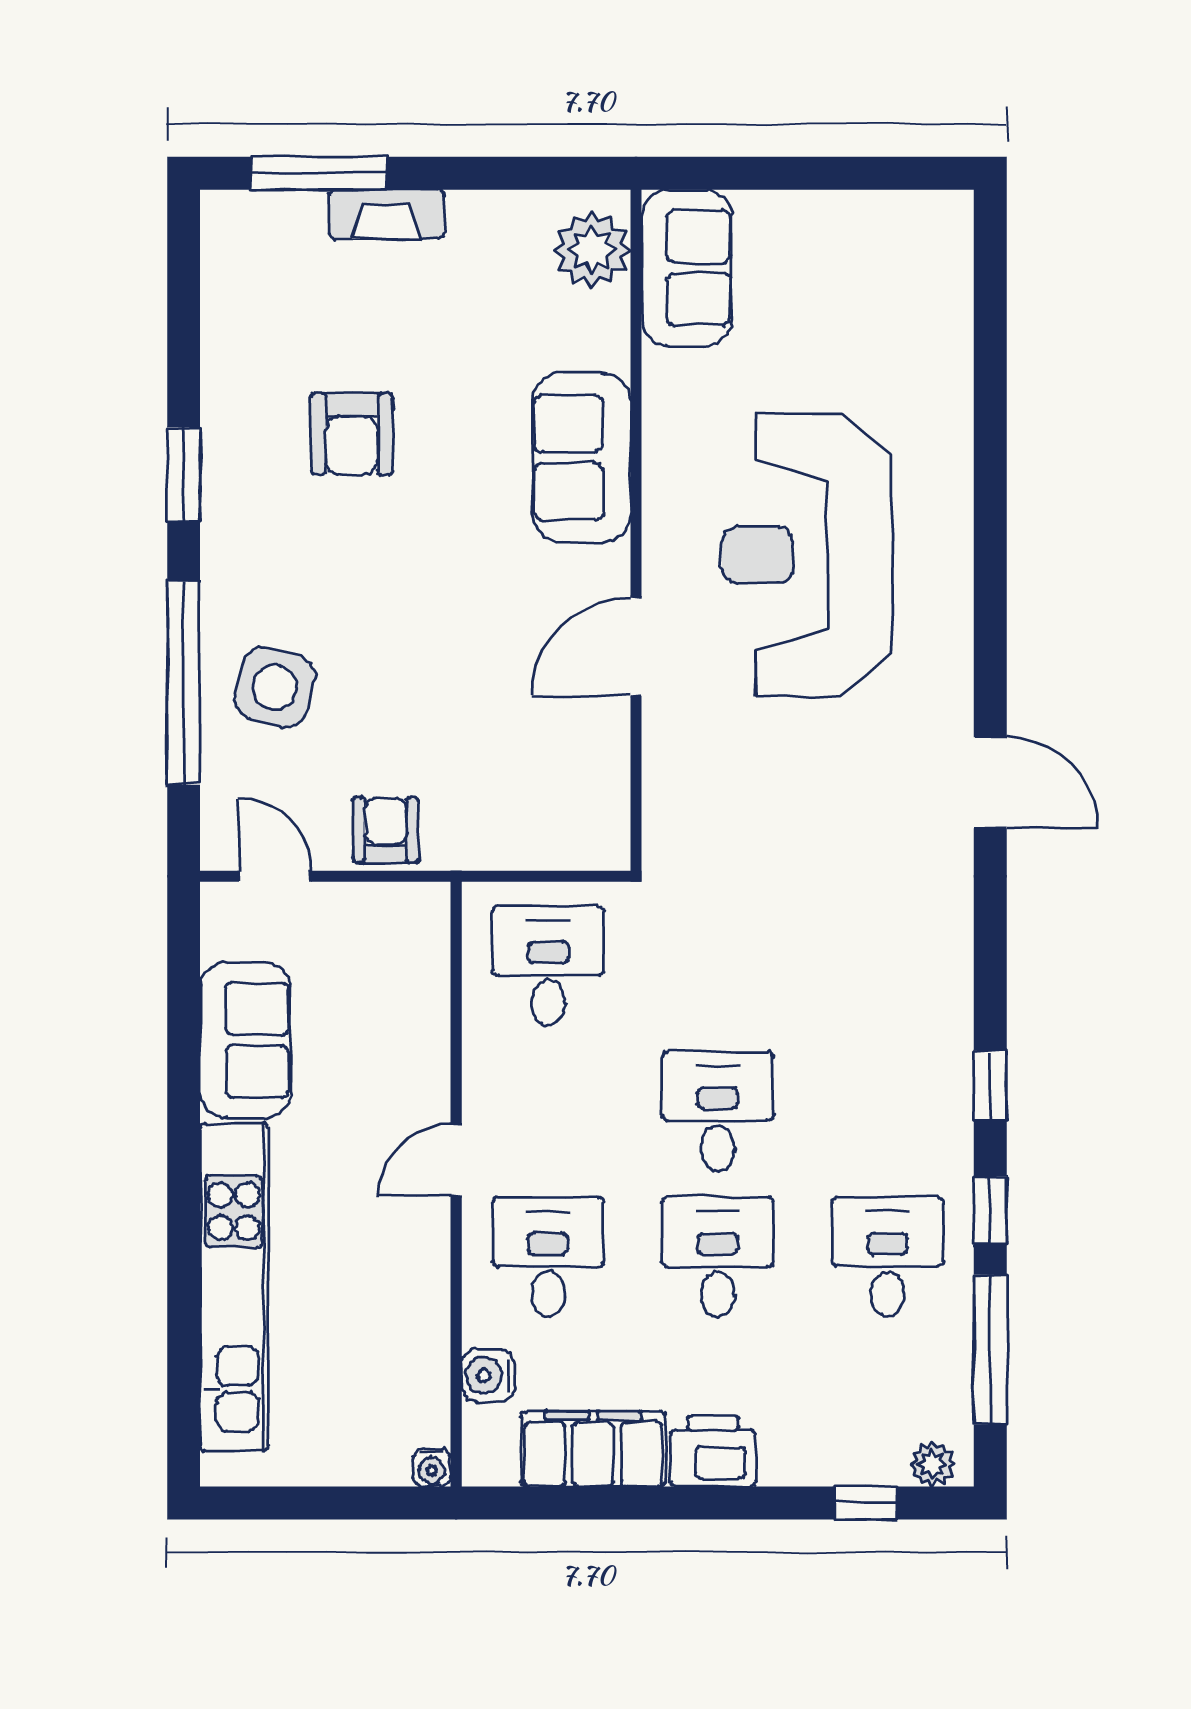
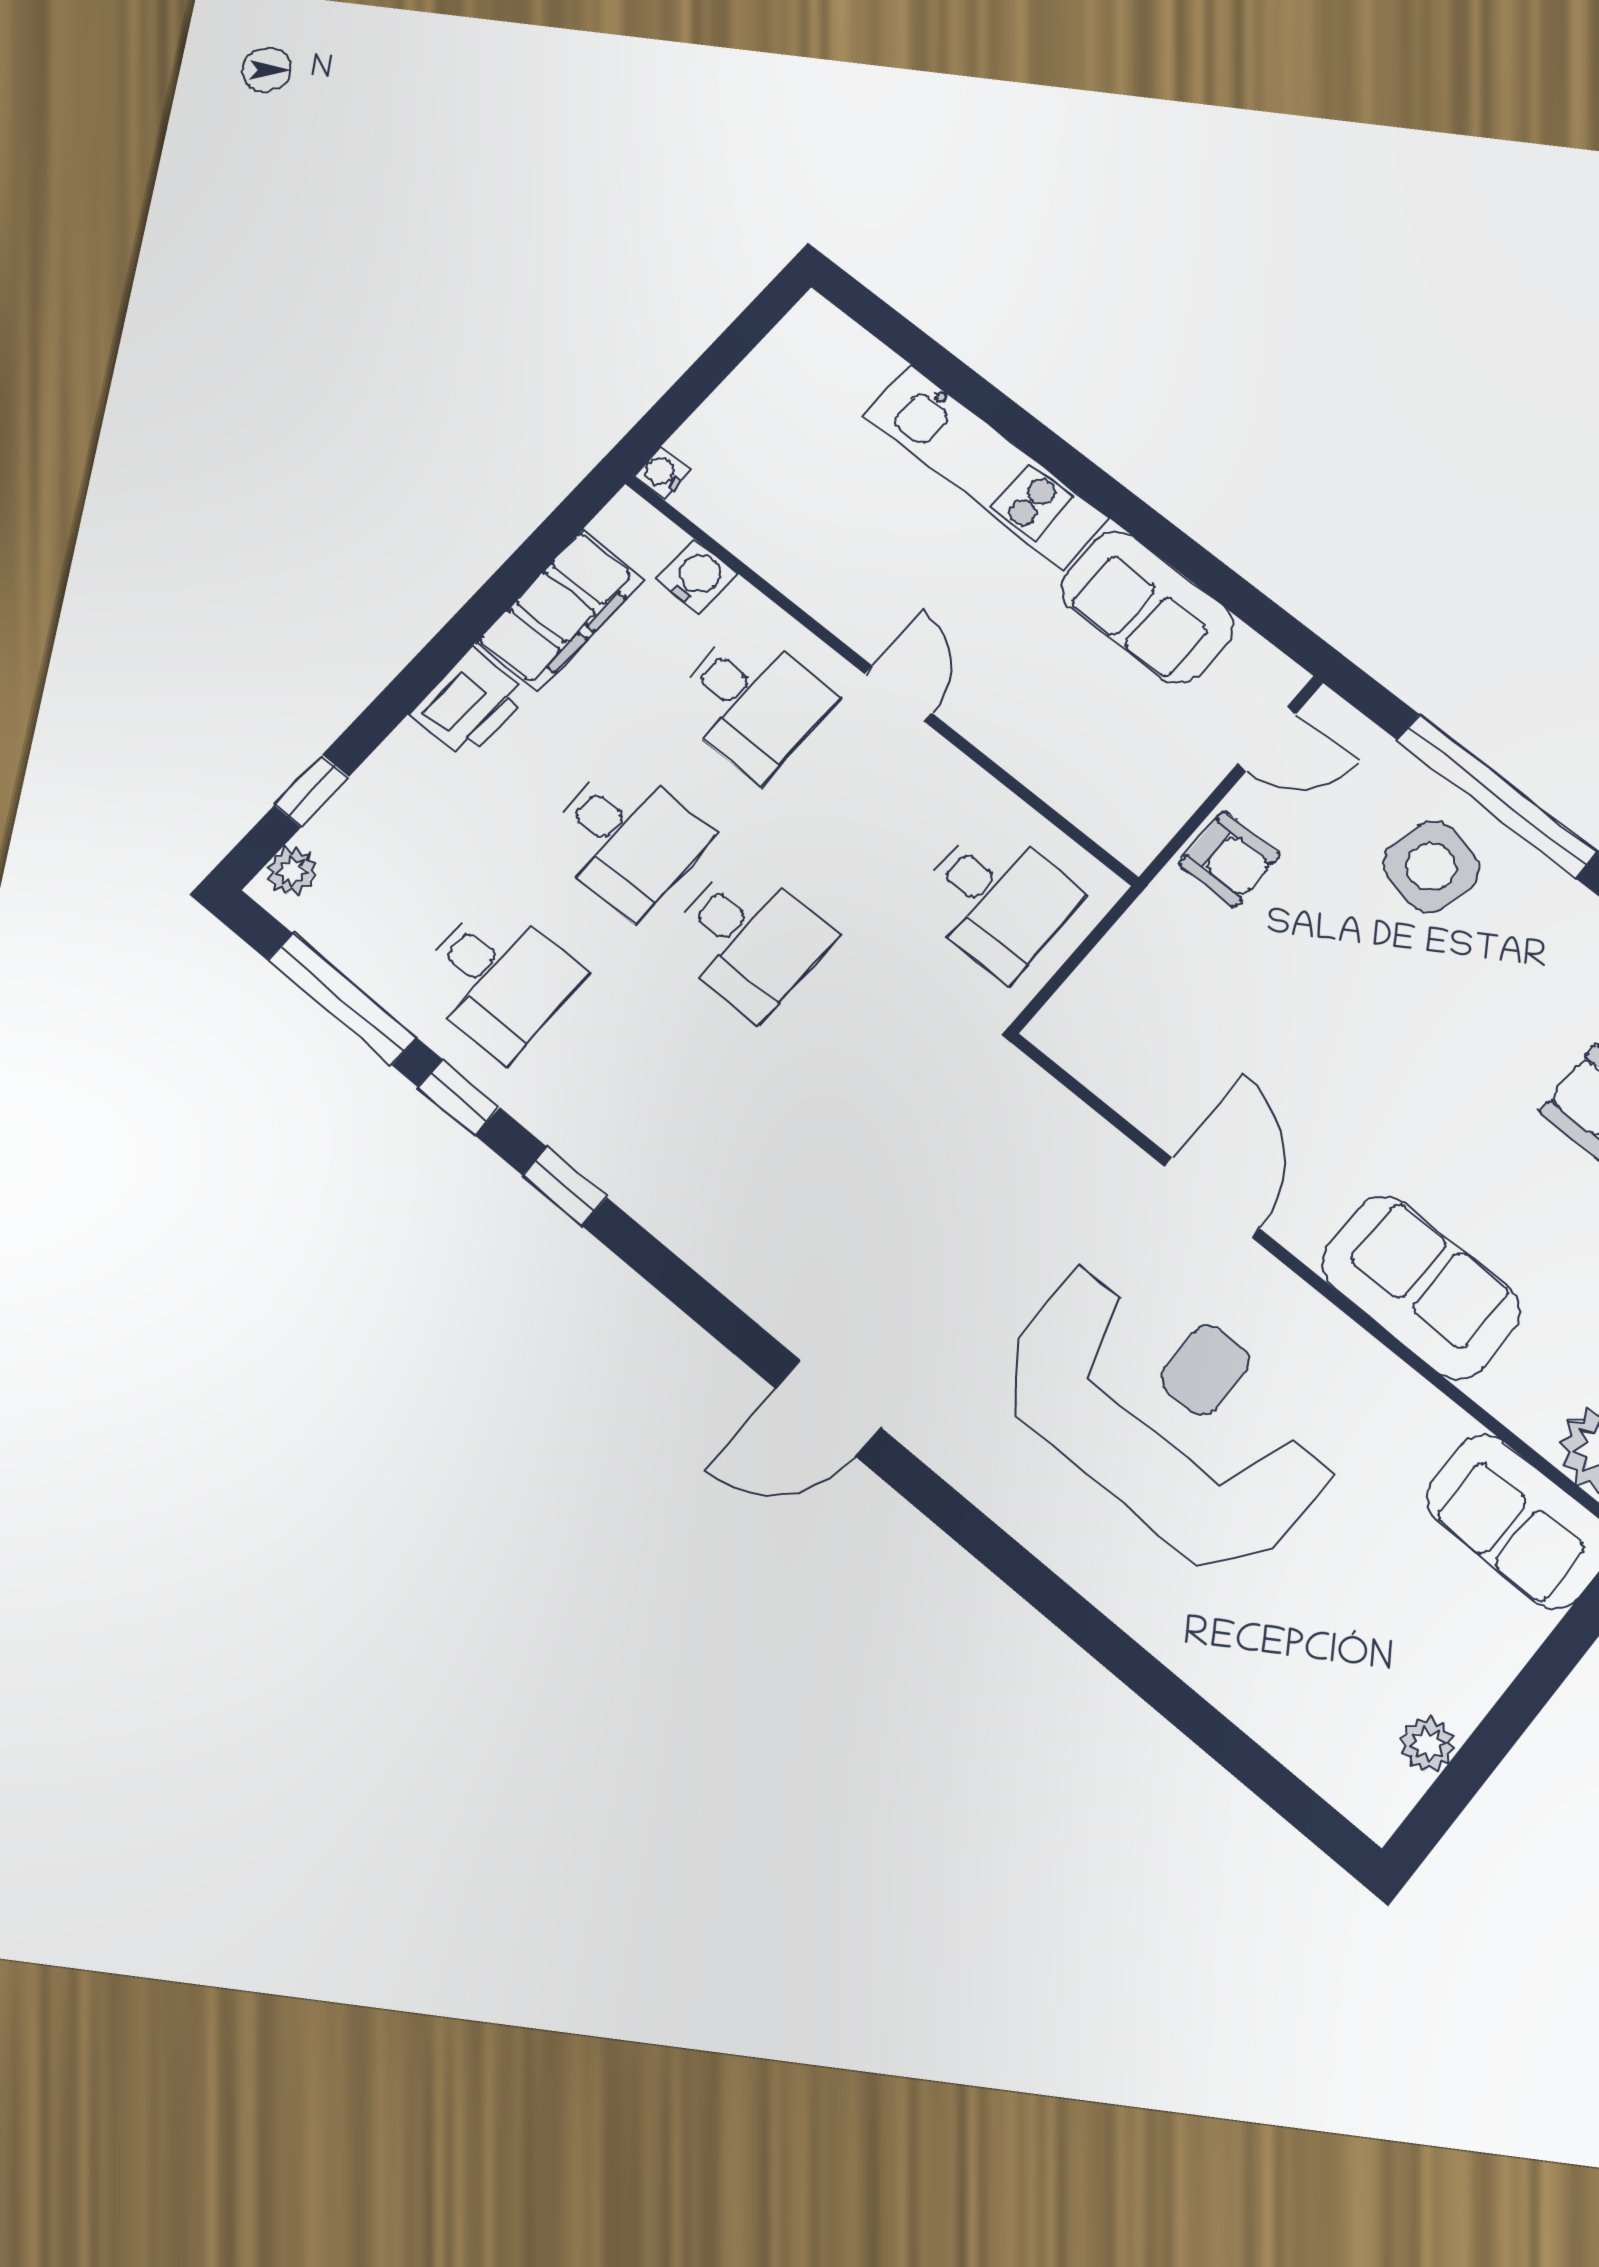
plant: (883, 213) -> (1428, 1744), added
kitchen unit: (234, 1287) -> (986, 467), width x0.73

